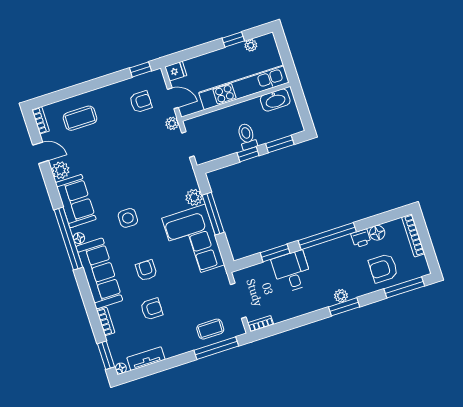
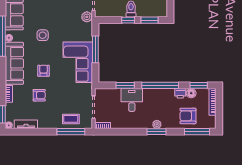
plant: (194, 197) -> (87, 17), moved
window: (384, 218) -> (199, 85), added

